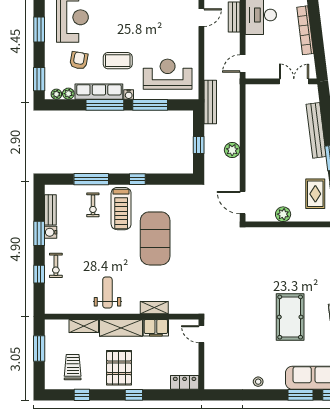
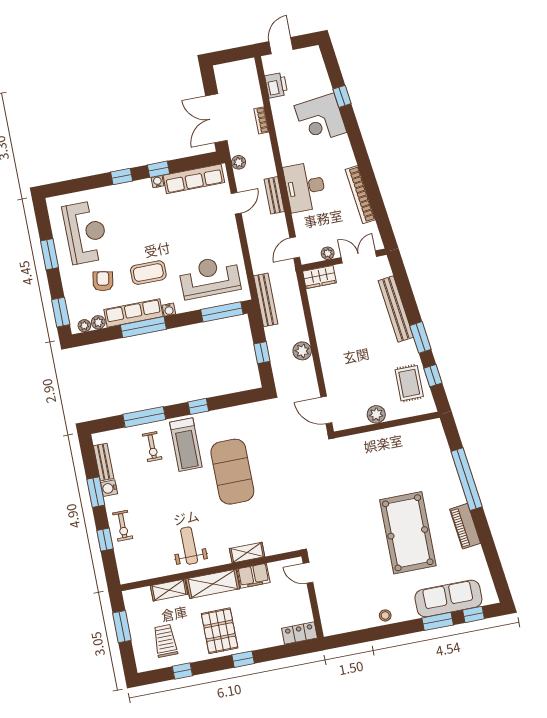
plant: (269, 73) -> (328, 253), added
wardrobe: (258, 92) -> (320, 277), added
window: (150, 105) -> (222, 312), moved
pool table: (290, 317) -> (408, 533), width x1.36, depth x1.32

